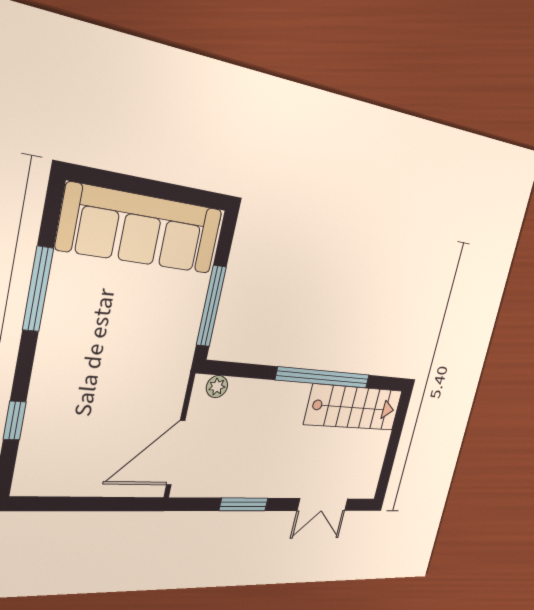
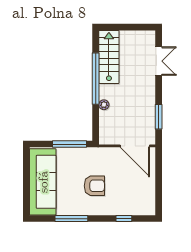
armchair: (107, 355) -> (94, 186), added
plant: (217, 387) -> (104, 105), moved
window: (244, 504) -> (159, 117), moved

